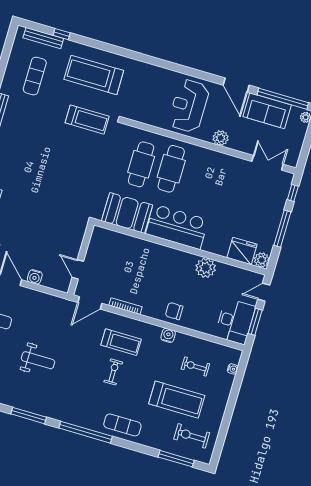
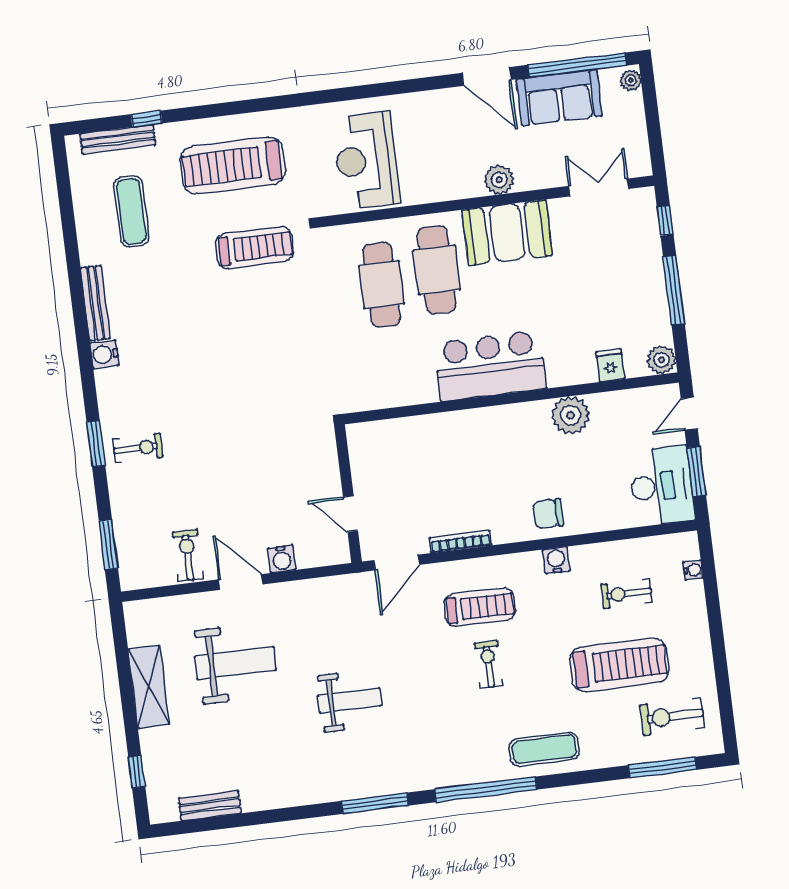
reception desk: (189, 106) -> (366, 160), moved
booth: (127, 213) -> (507, 233), moved
fridge: (242, 251) -> (610, 365), width x0.53, depth x0.75

